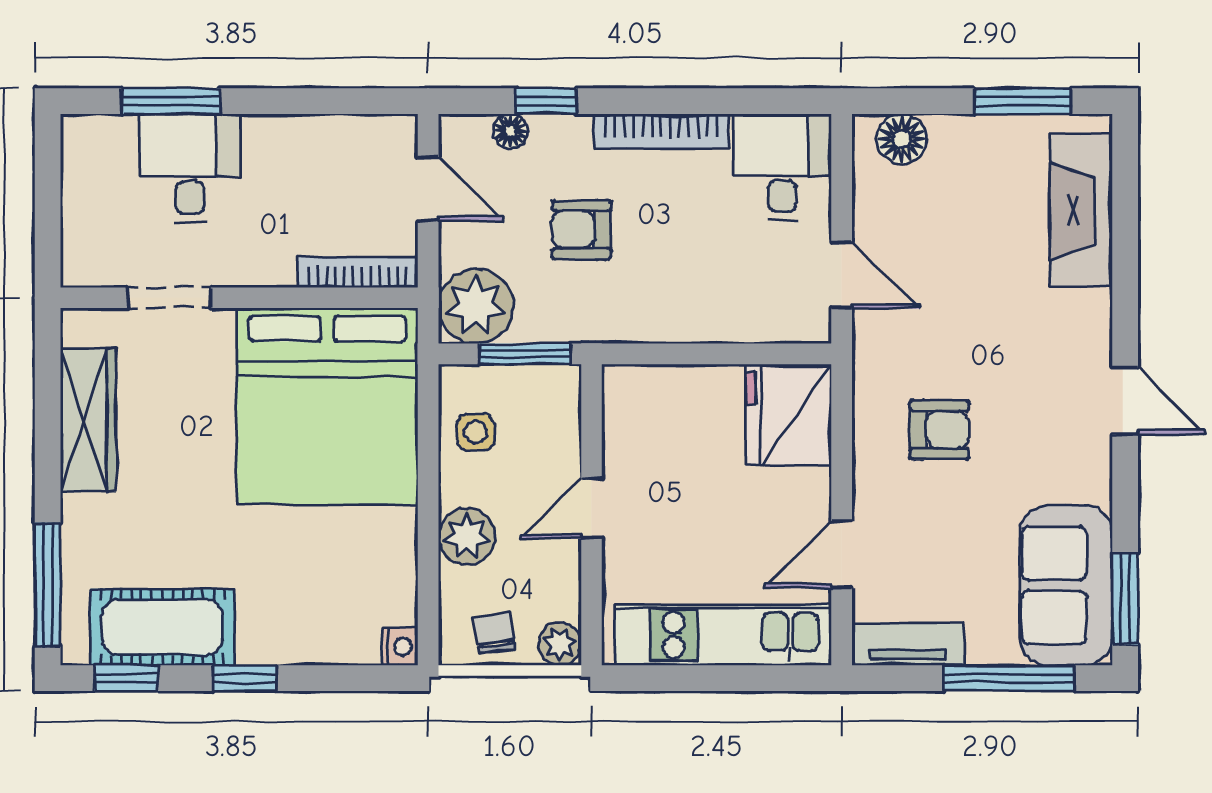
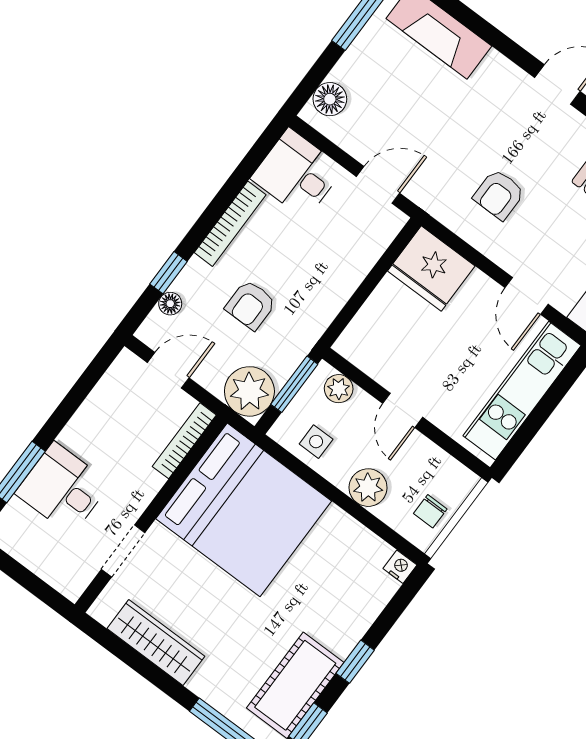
armchair: (939, 430) -> (499, 195), turned 180
chair: (495, 633) -> (430, 511), turned -82
plant: (560, 644) -> (339, 389), moved

